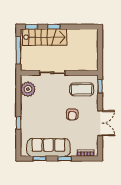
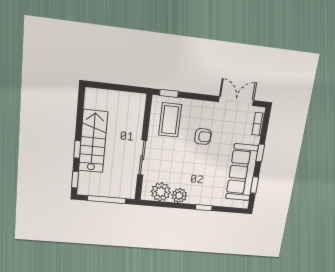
stairs: (45, 37) -> (93, 141), moved
plant: (26, 103) -> (179, 196), added
double door: (100, 123) -> (236, 101), moved

